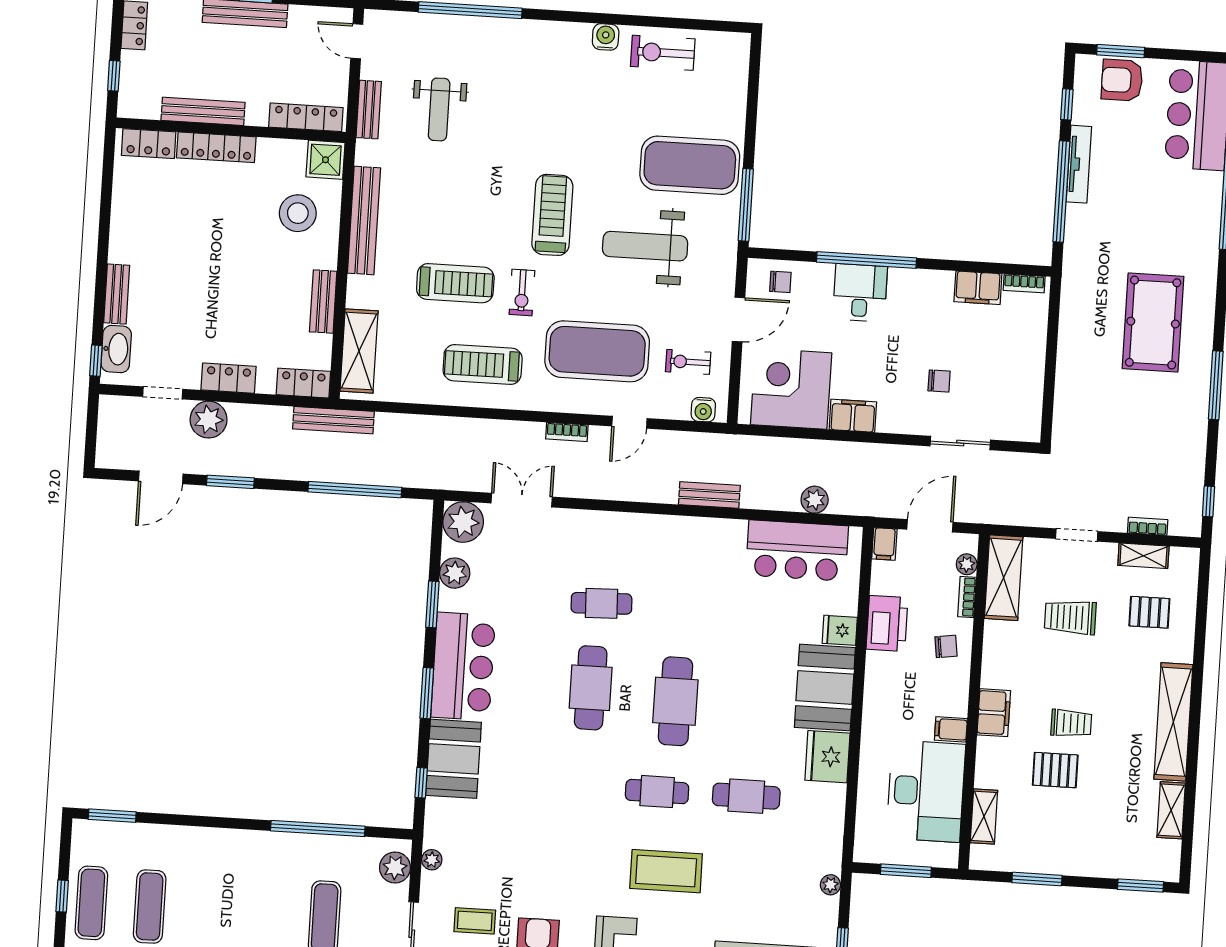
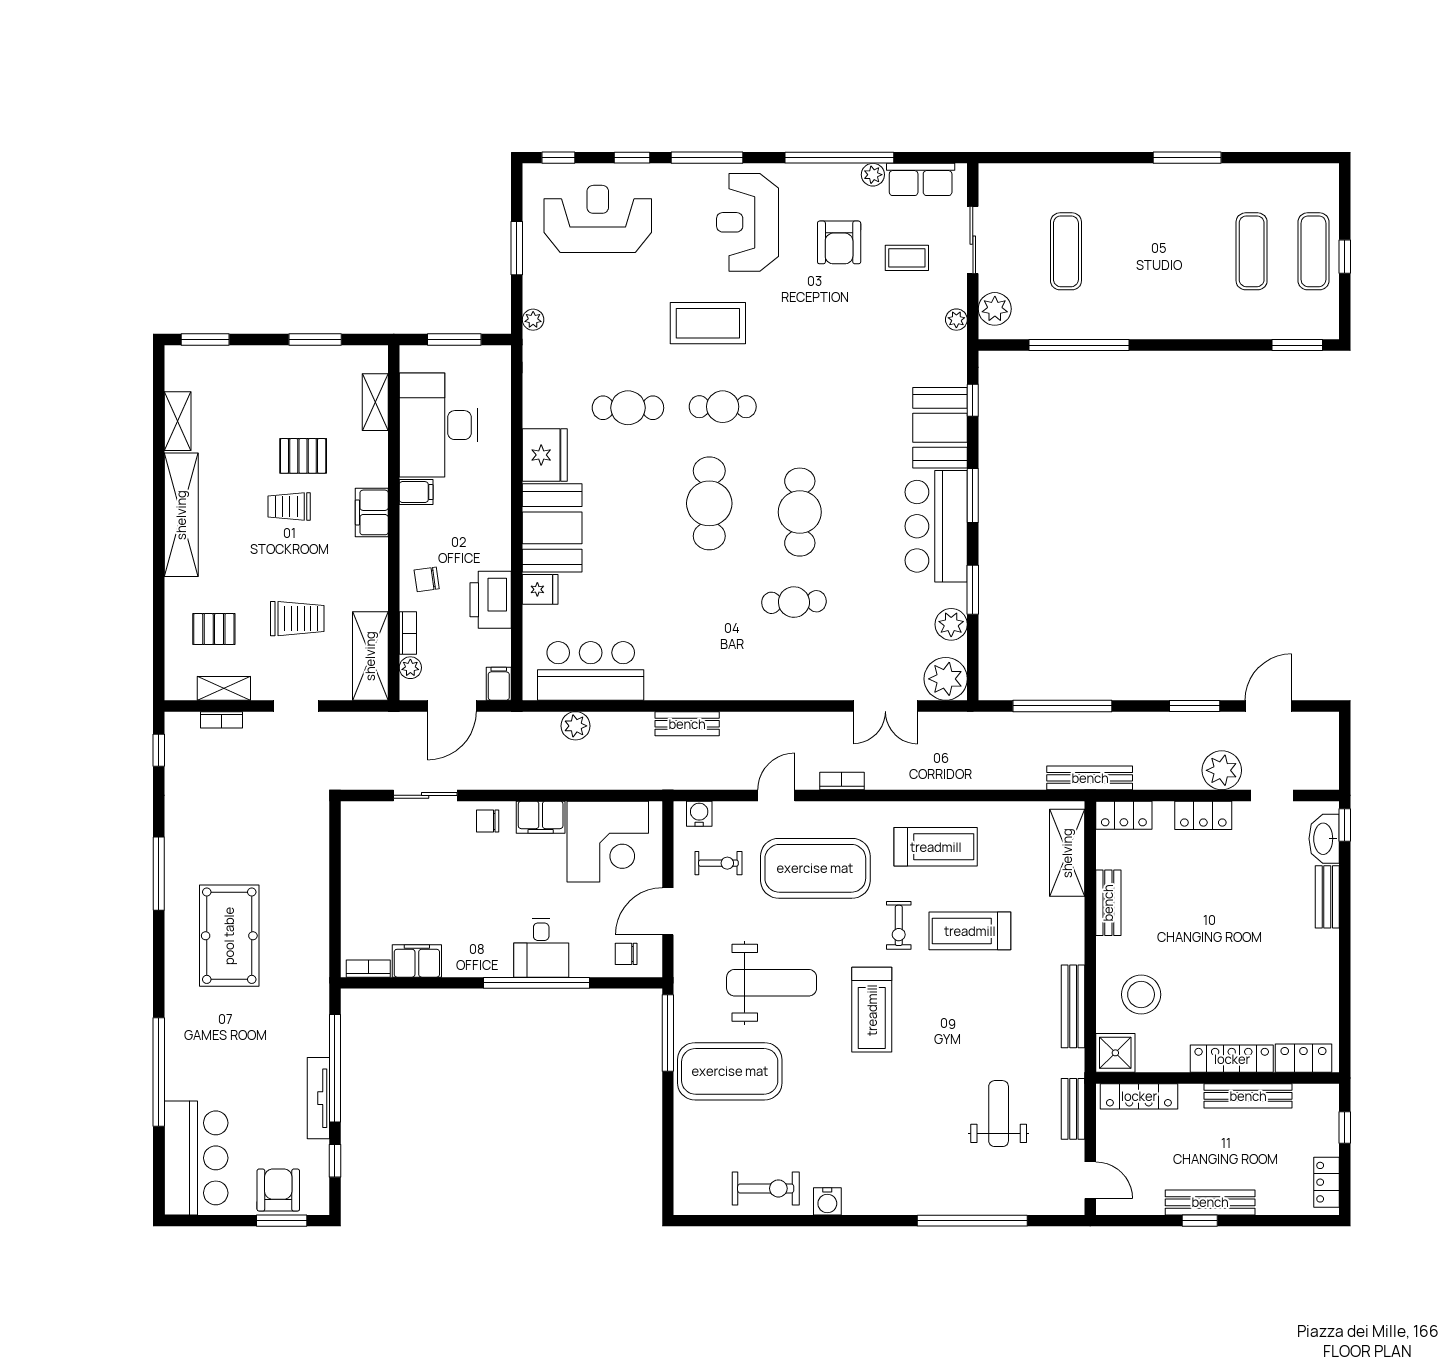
armchair: (1122, 80) -> (278, 1190), turned -90
bench: (364, 221) -> (1073, 1006), width x0.73, depth x0.82
exercise bike: (522, 293) -> (899, 925), turned 180
chair: (939, 381) -> (488, 821), moved

